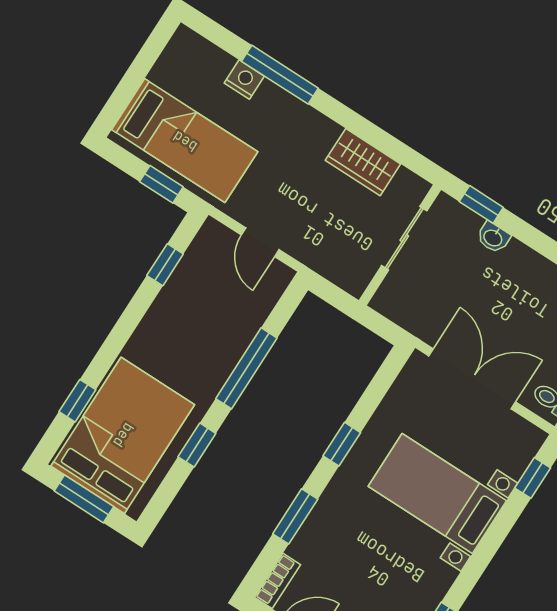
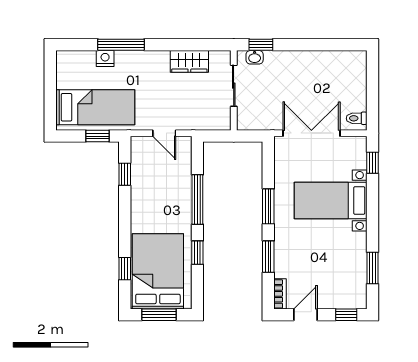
washbasin: (493, 237) -> (255, 57), moved
window: (342, 444) -> (268, 206), width x1.50

